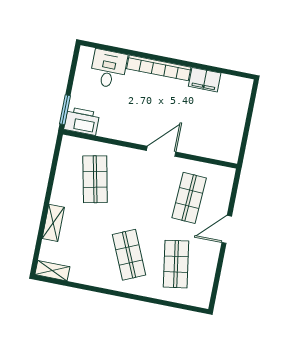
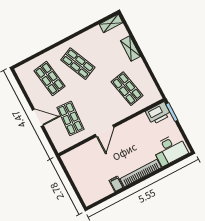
desk: (108, 69) -> (170, 150), width x1.37
filing cabinet: (205, 80) -> (116, 184), width x0.50
door: (227, 229) -> (38, 118), hinge flipped

